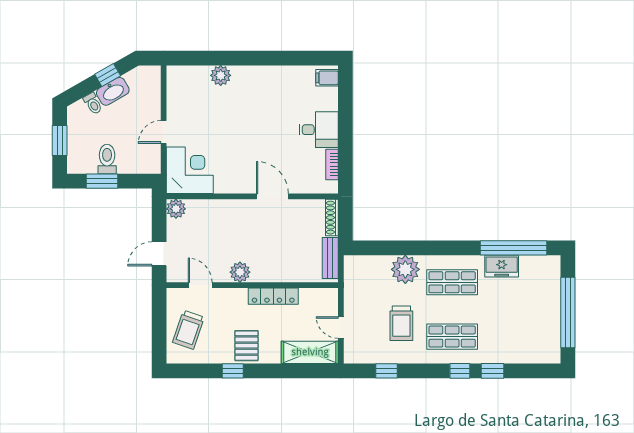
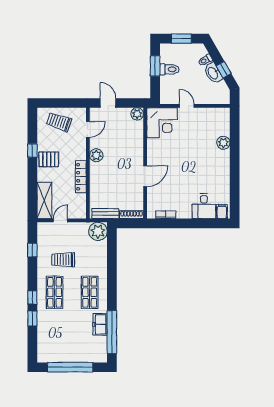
desk: (319, 130) -> (204, 206), moved
plant: (405, 269) -> (98, 231), moved

